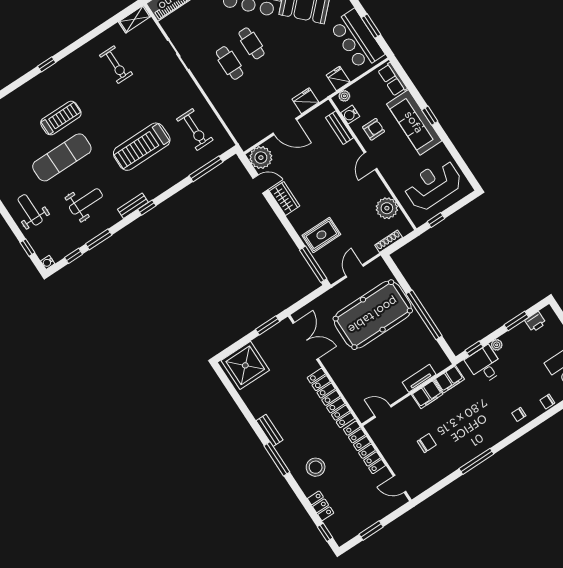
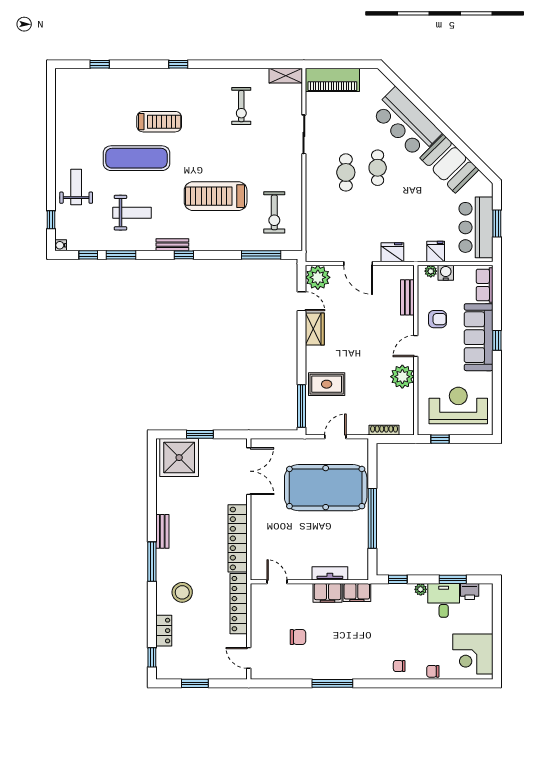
water cooler: (350, 115) -> (446, 273), moved, turned 90
plant: (387, 208) -> (402, 377), moved
window: (268, 325) -> (200, 434), moved
desk: (485, 365) -> (444, 600), moved

